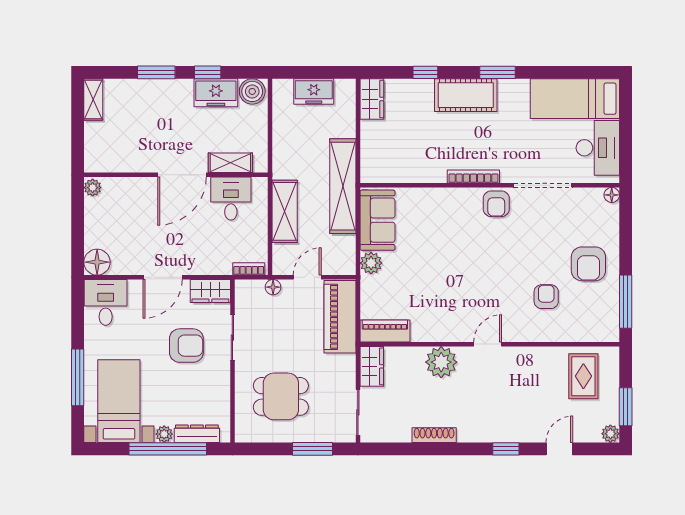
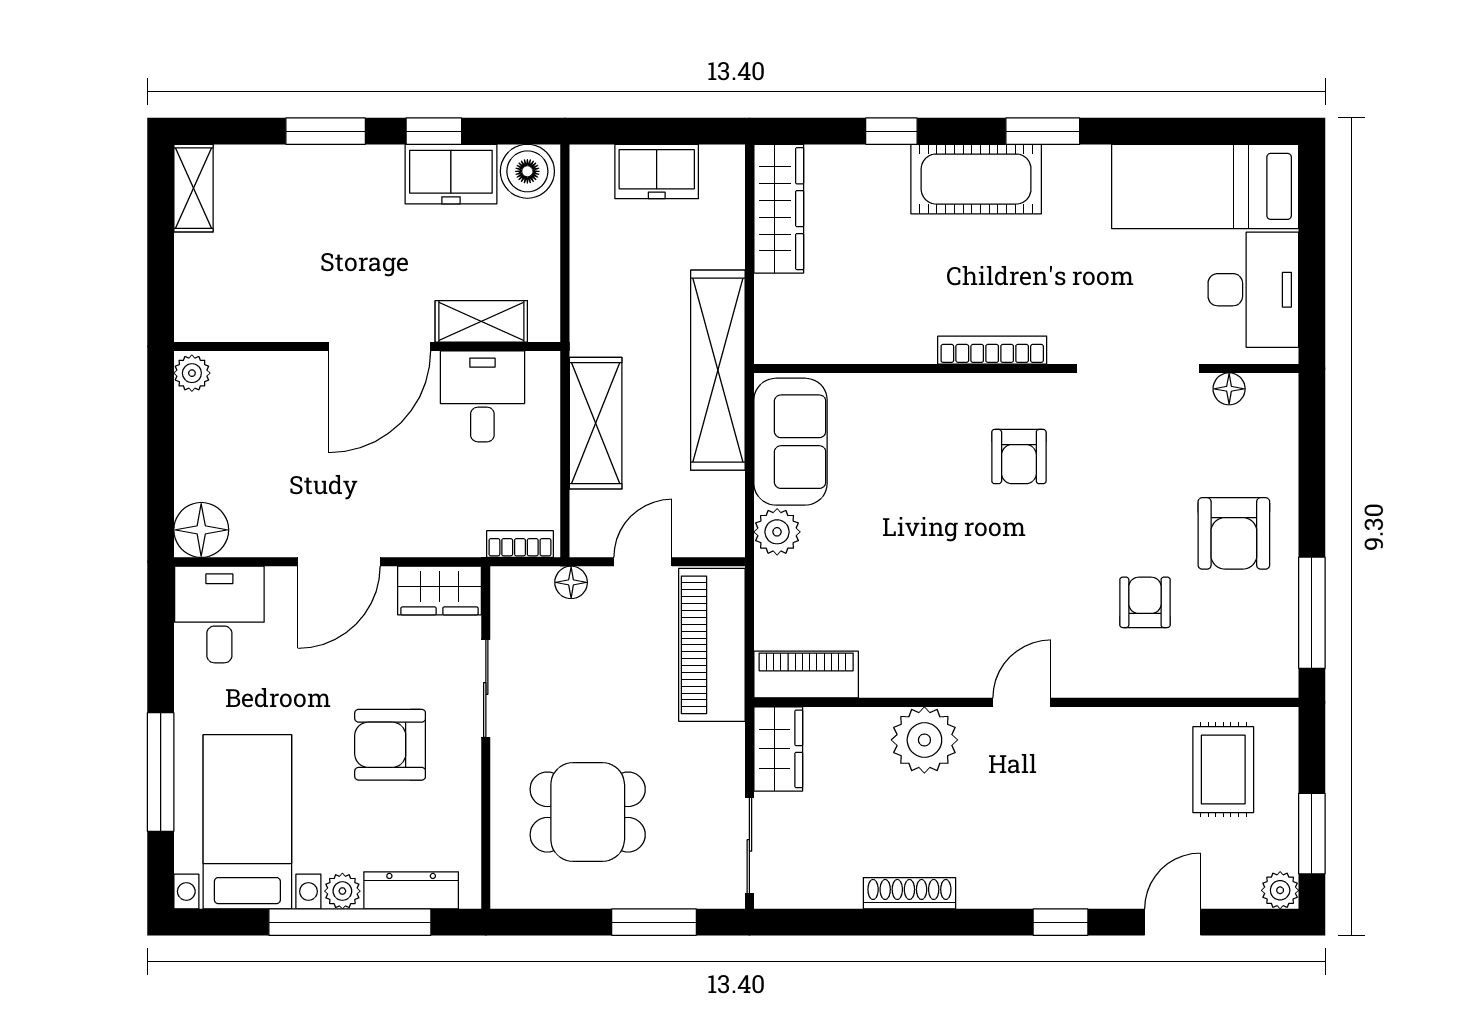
wardrobe: (372, 99) -> (779, 209), width x1.50
floor lamp: (612, 195) -> (1229, 389), moved
armchair: (496, 204) -> (1019, 457), moved
armchair: (186, 346) -> (390, 745), moved, turned 180

